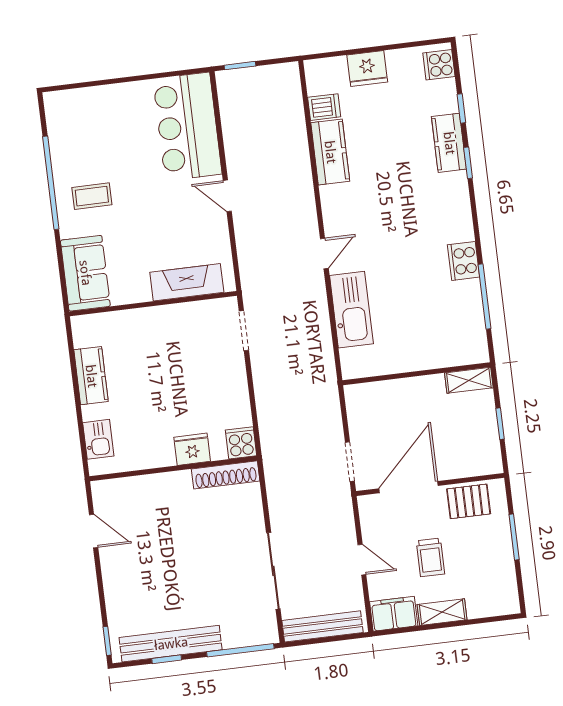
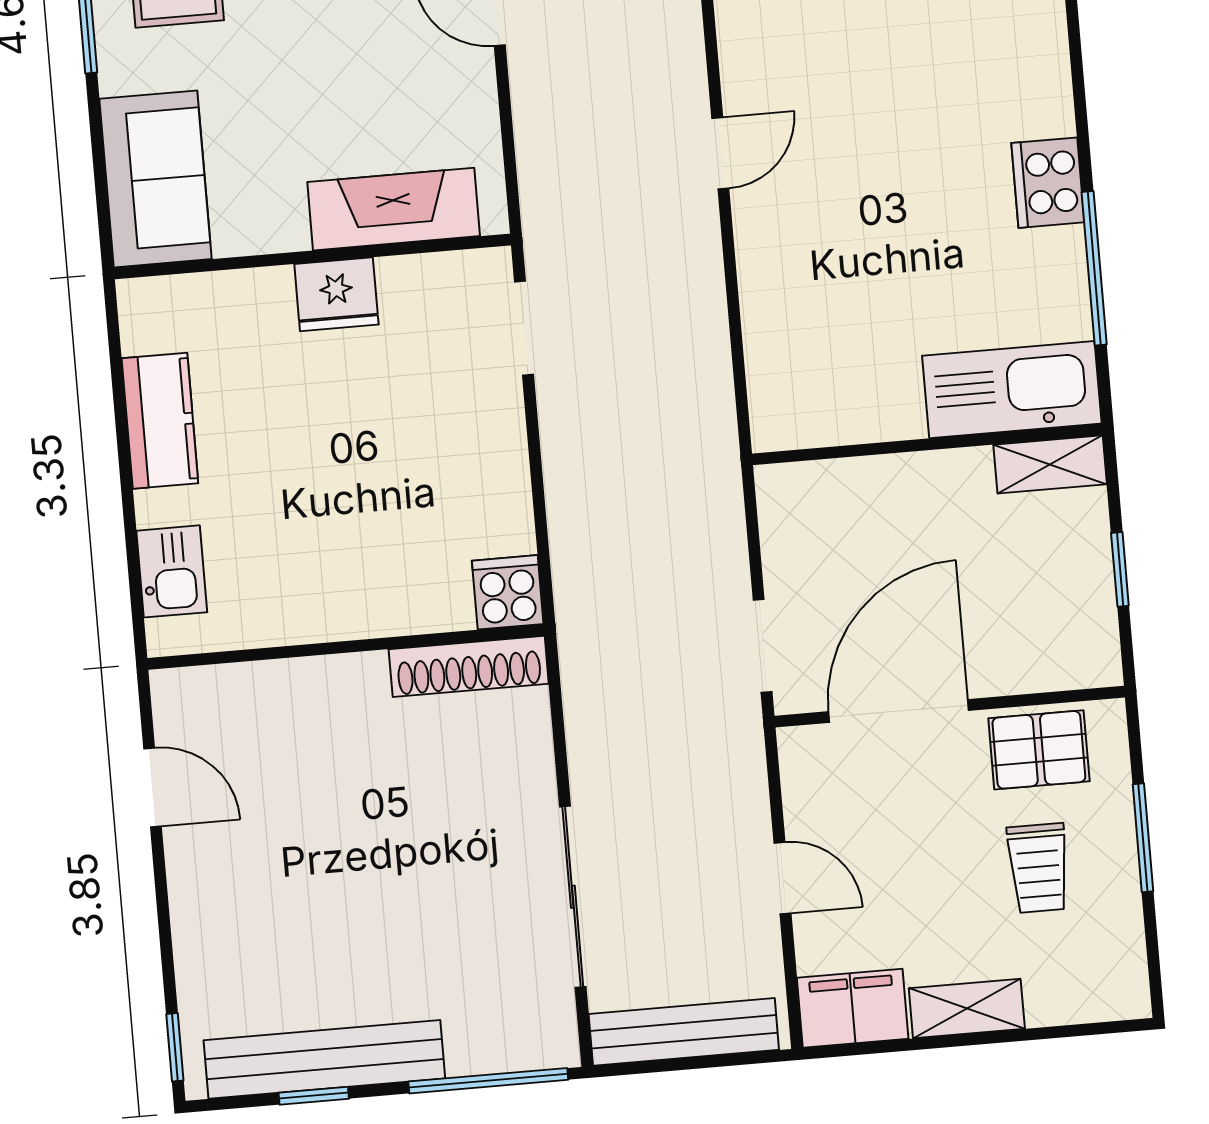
kitchen sink: (351, 310) -> (1012, 390), moved, turned -90
fridge: (192, 449) -> (336, 294), moved, turned 180
trolley: (431, 557) -> (1038, 868), moved

